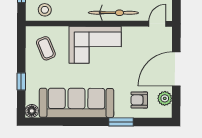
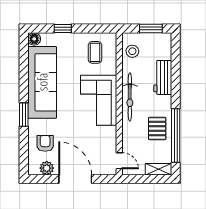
bicycle: (113, 13) -> (130, 97), moved
coffee table: (46, 48) -> (95, 52), turned -67
window: (121, 122) -> (24, 115), moved

